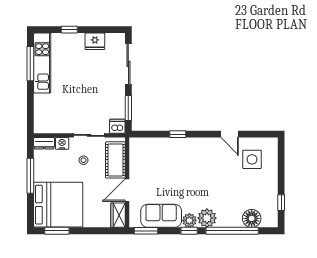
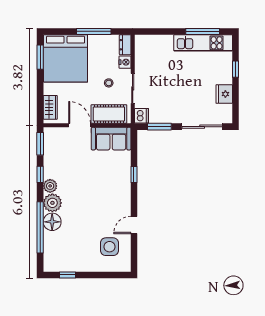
wardrobe: (118, 215) -> (50, 107), moved, turned 90
sofa: (161, 216) -> (111, 139), moved, turned 90
floor lamp: (252, 218) -> (52, 222), moved
window: (189, 231) -> (40, 174), moved

